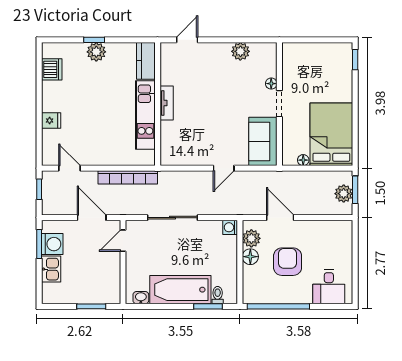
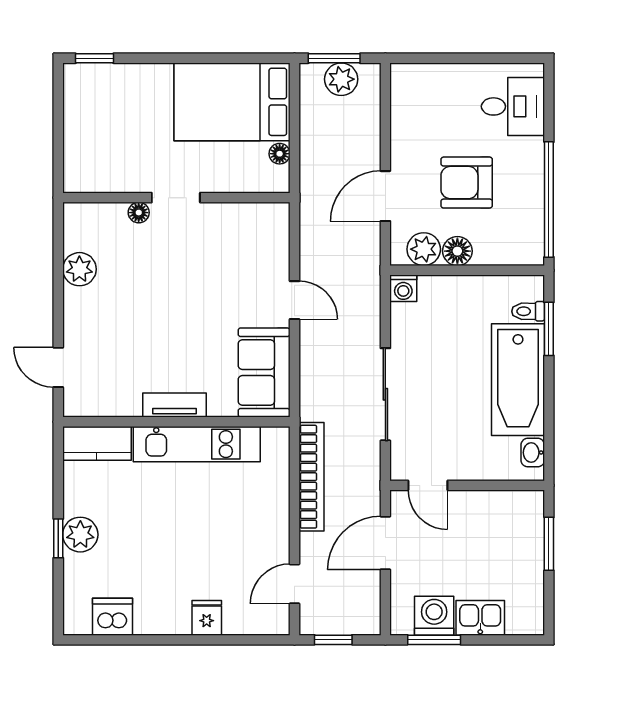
sofa: (263, 141) -> (264, 372), moved, turned 90

